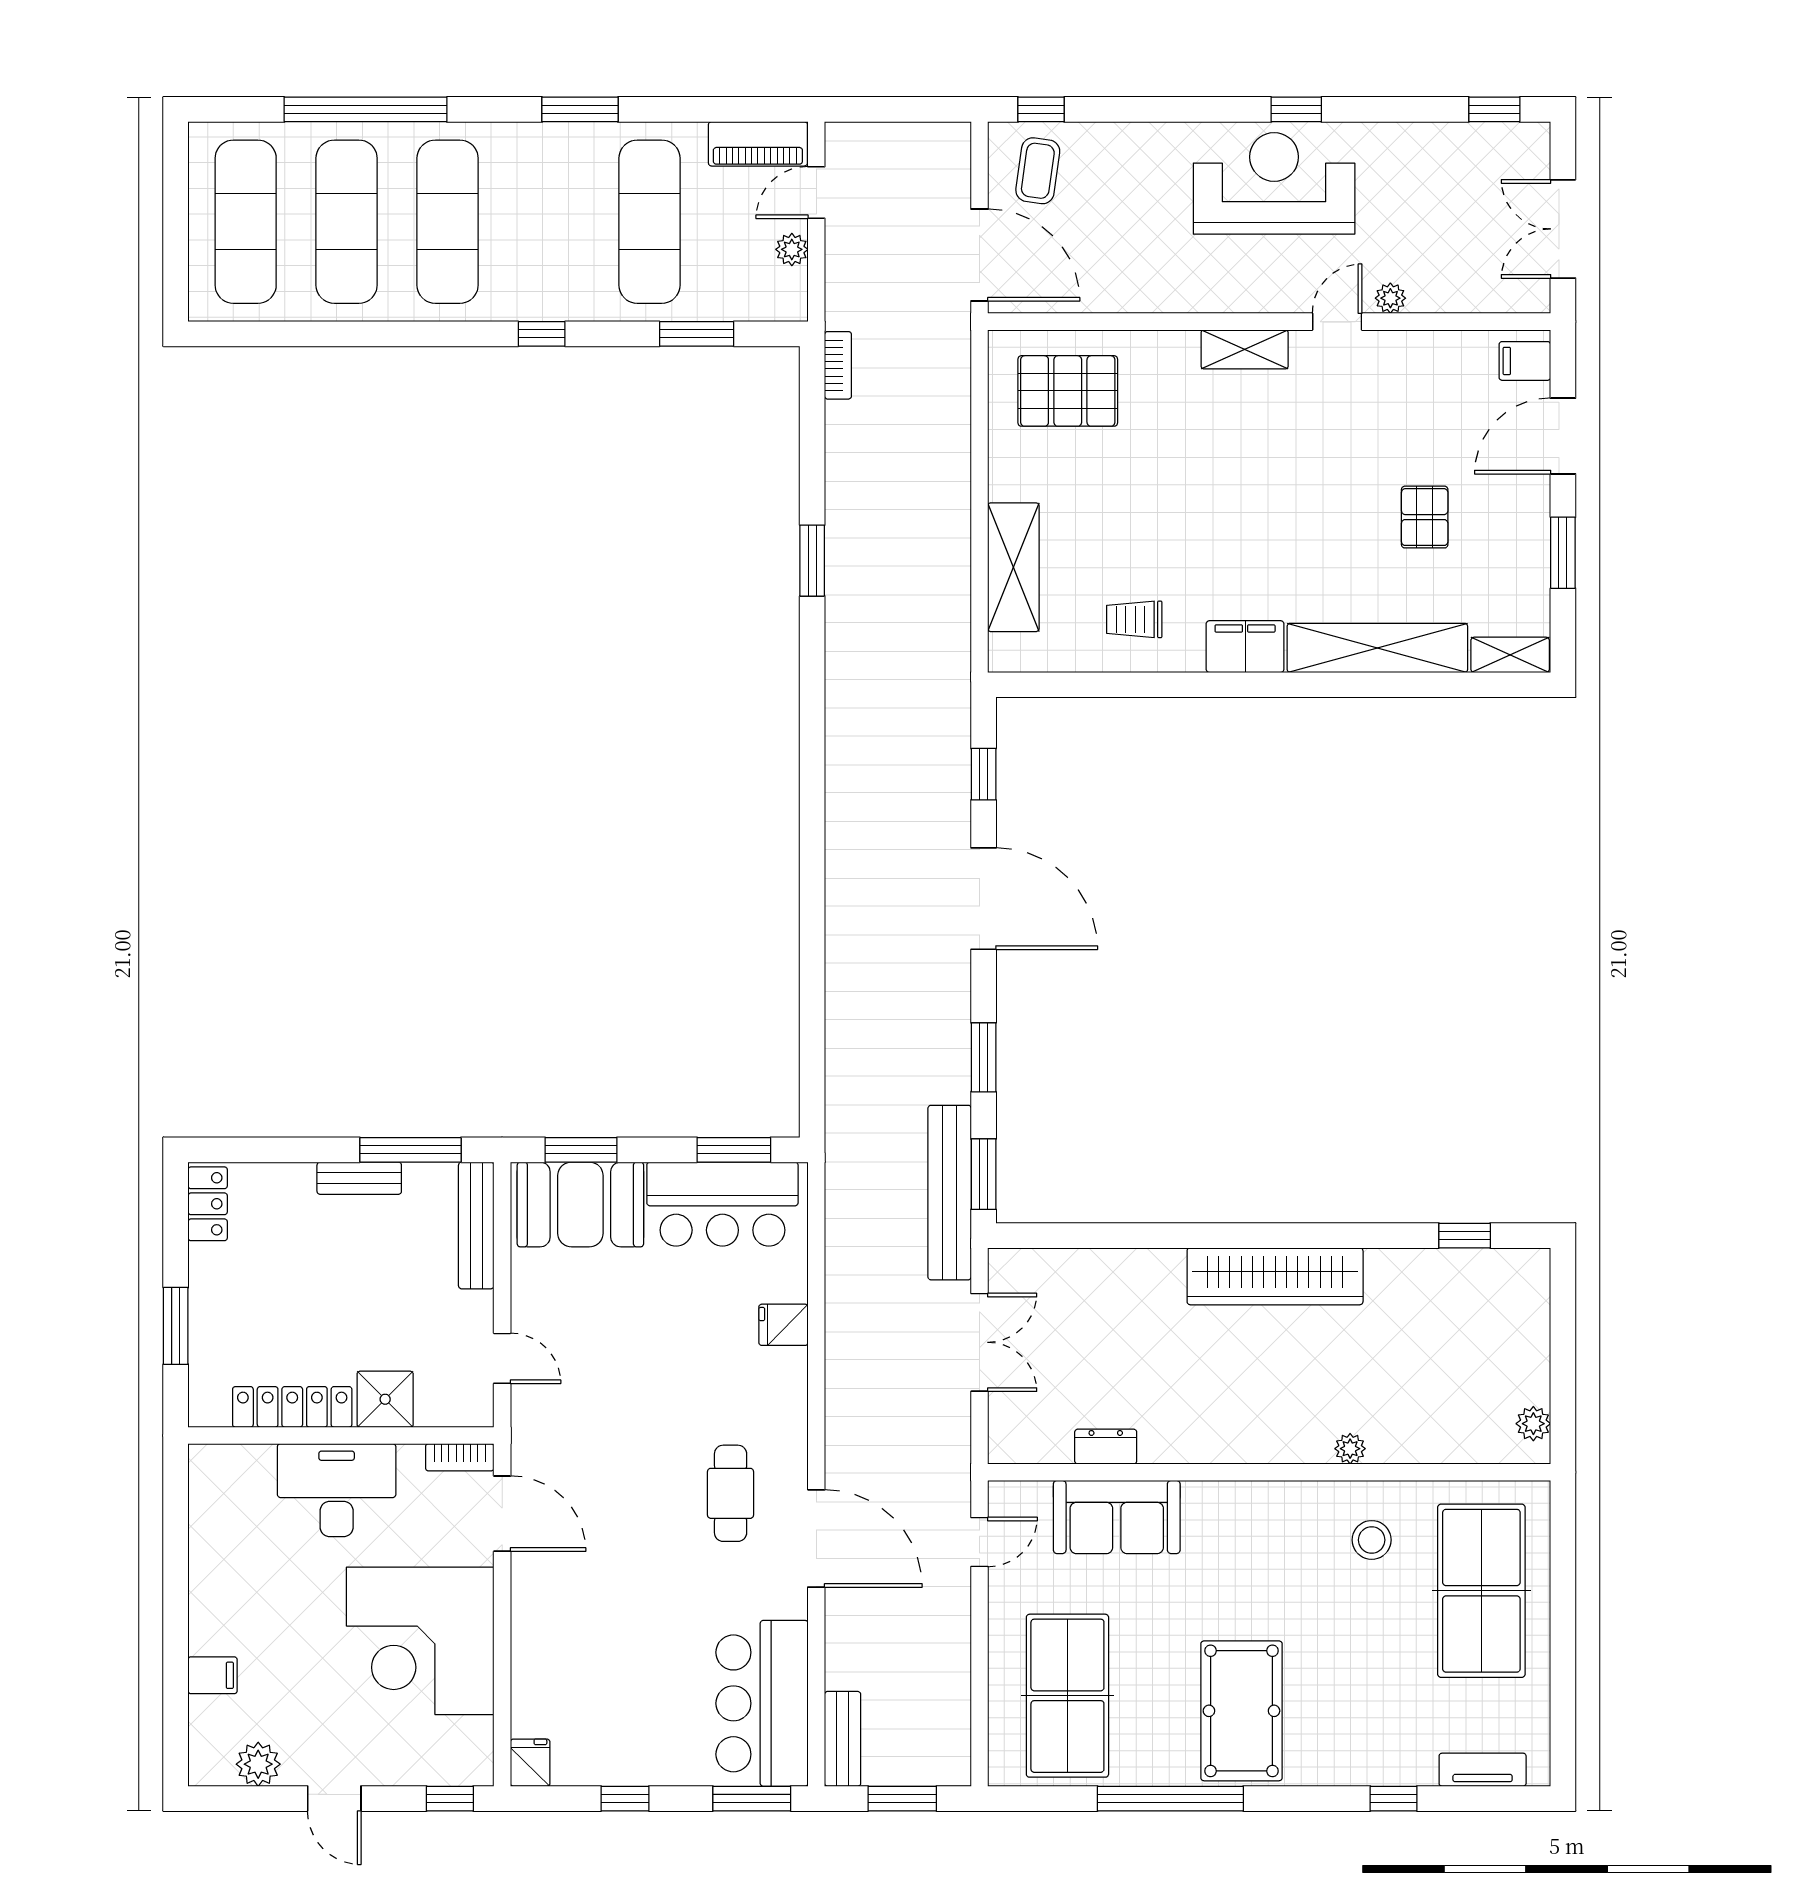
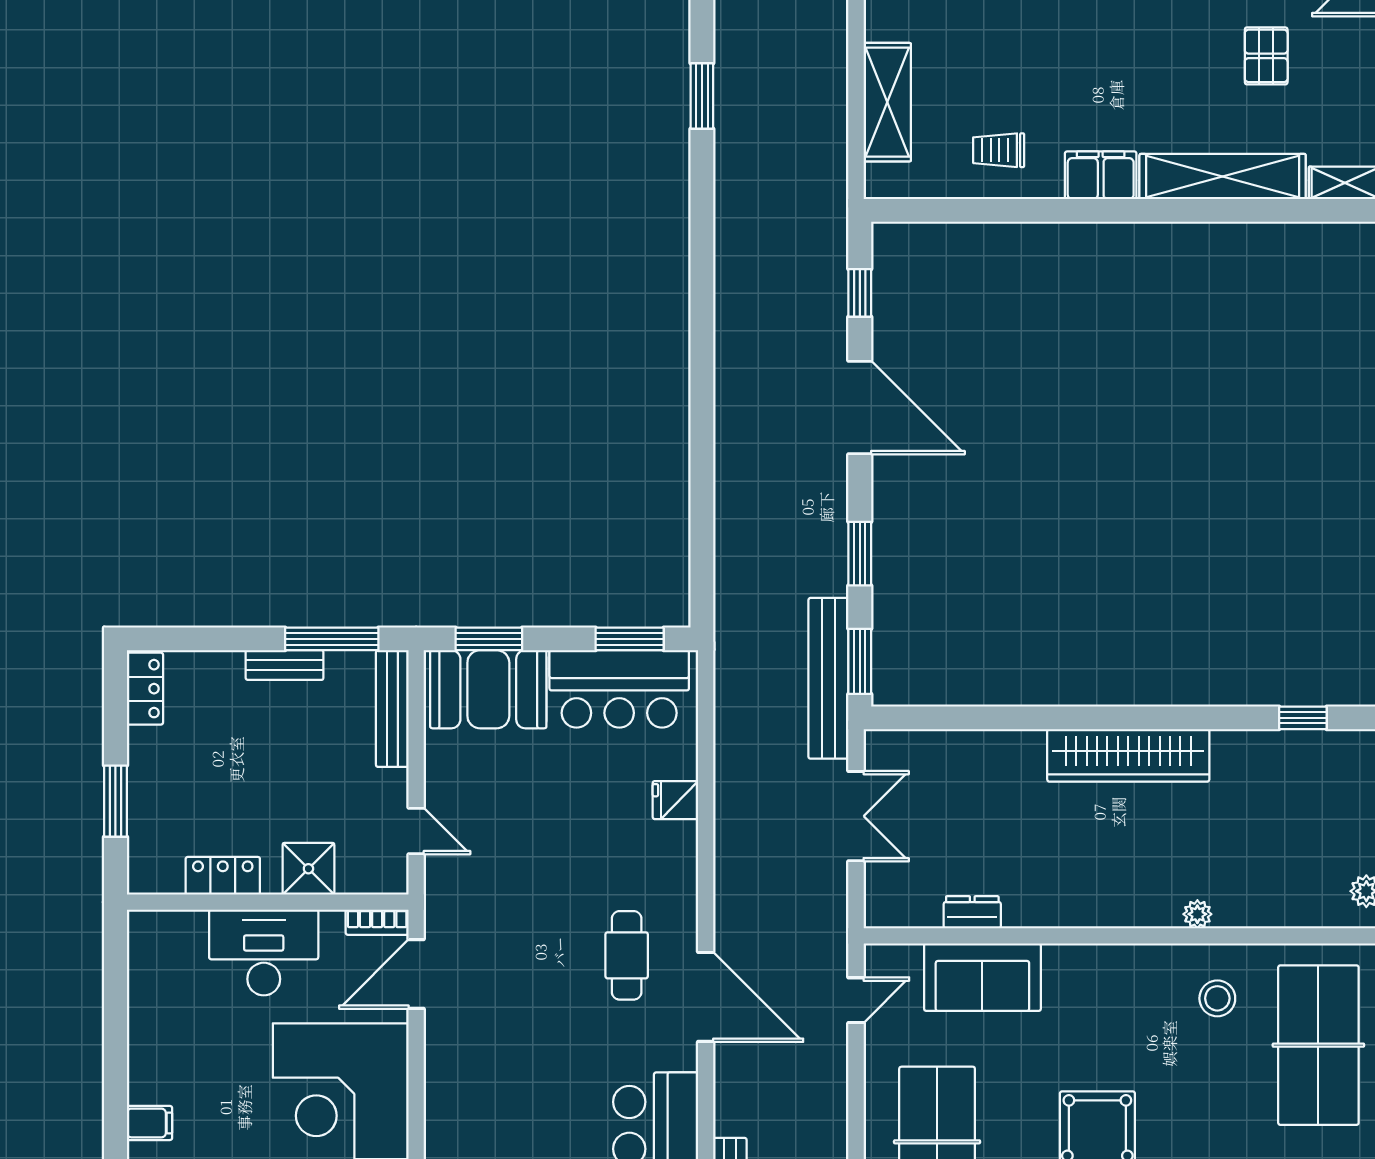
locker: (292, 1407) -> (223, 876), width x0.66
door: (502, 1514) -> (416, 974), swing flipped

